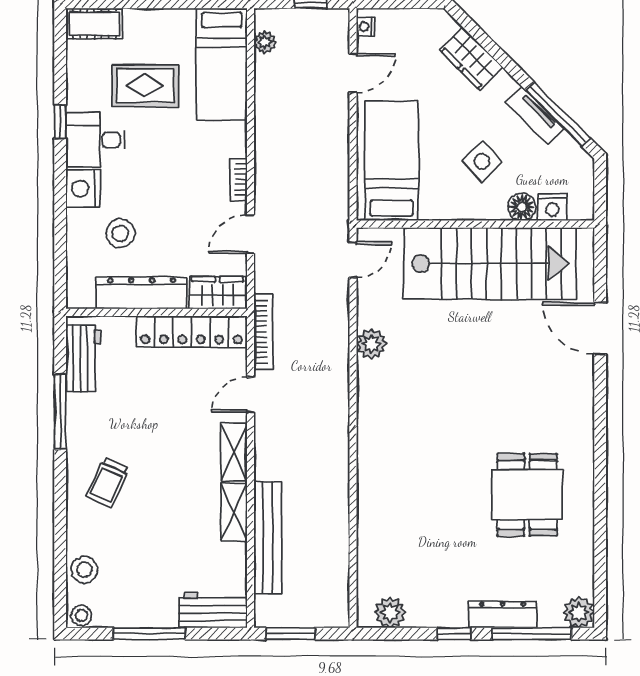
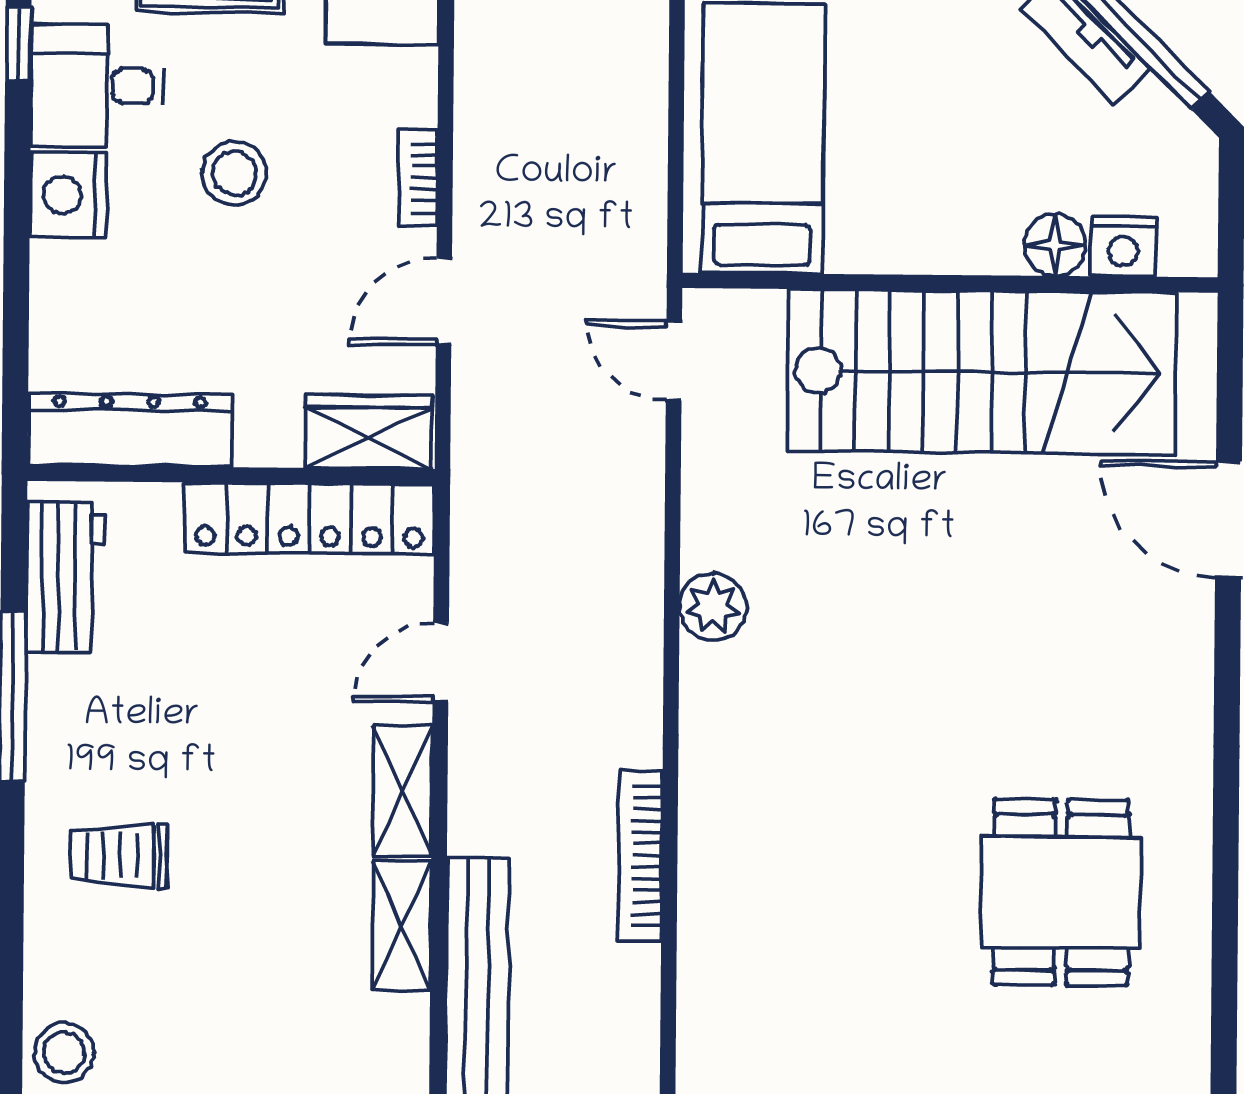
side table: (482, 161) -> (966, 142), removed
stool: (120, 233) -> (234, 173), moved
door: (353, 260) -> (674, 361), swing flipped
dresser: (142, 293) -> (130, 430), moved
bookcase: (264, 332) -> (640, 856), moved, turned 180
plant: (371, 344) -> (713, 607), moved
trolley: (108, 482) -> (119, 856), turned 66

